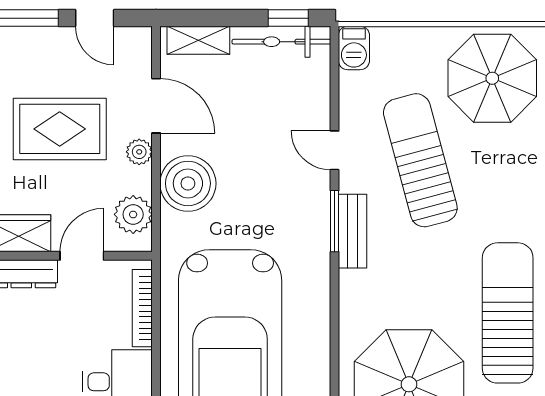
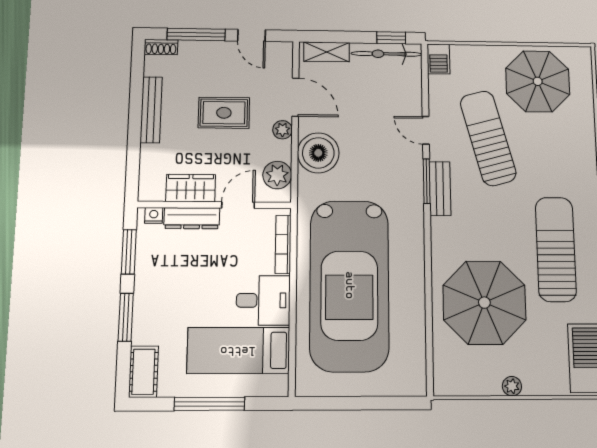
rug: (60, 129) -> (224, 113), width x0.73, depth x0.70

